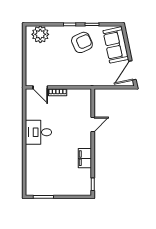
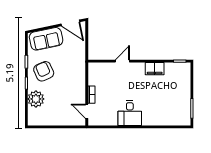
plant: (40, 34) -> (36, 99), moved
door: (40, 87) -> (87, 111), swing flipped
door: (93, 125) -> (122, 61), hinge flipped

